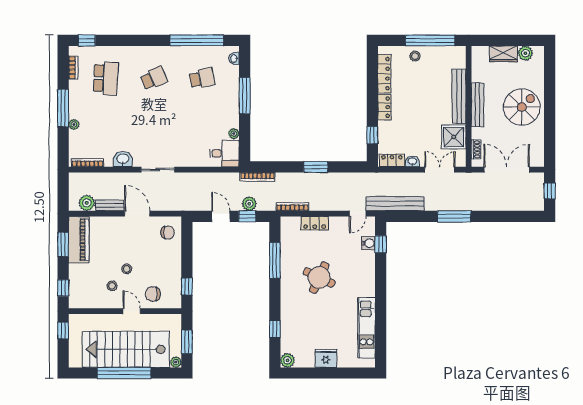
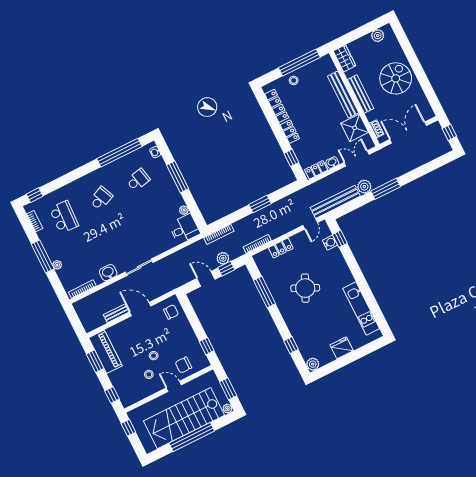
wardrobe: (503, 54) -> (345, 58), moved, turned -90
plant: (87, 203) -> (364, 187), moved

